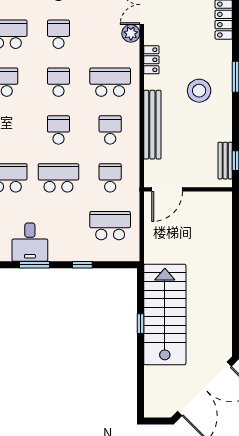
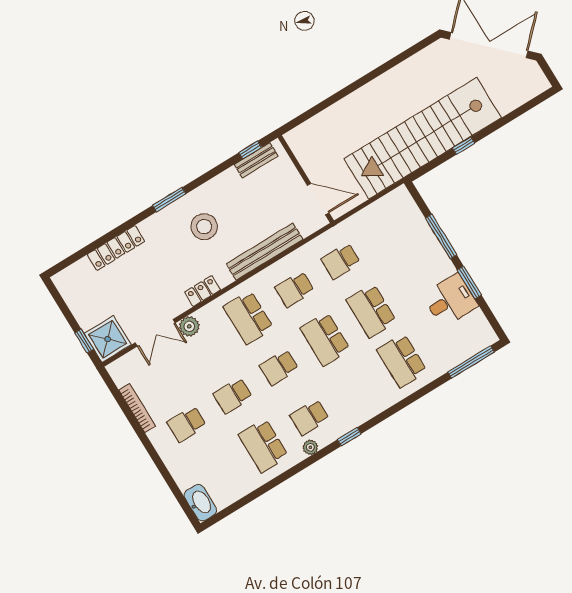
school desk: (58, 130) -> (325, 339), width x1.85
school desk: (110, 226) -> (387, 233), removed
window: (82, 265) -> (441, 236), width x2.17
stairs: (165, 314) -> (423, 138), width x1.36

